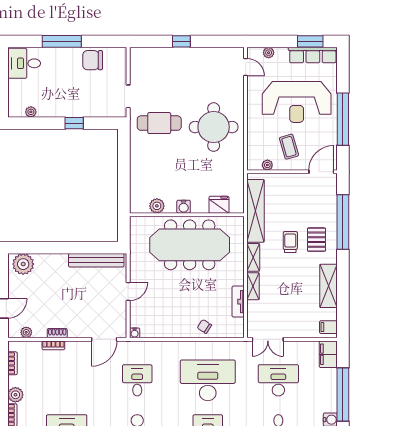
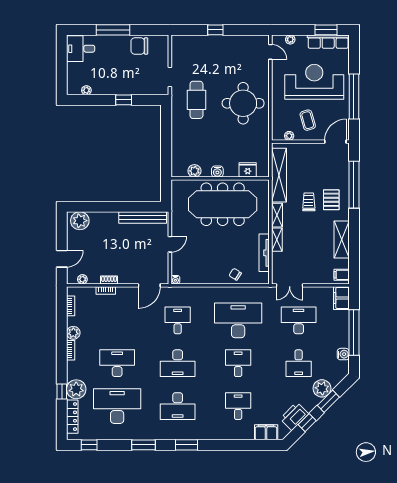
reception desk: (297, 102) -> (314, 82), turned 180
cafe table: (159, 123) -> (196, 100), turned 90
tv unit: (238, 302) -> (264, 253), width x1.41

